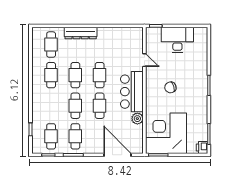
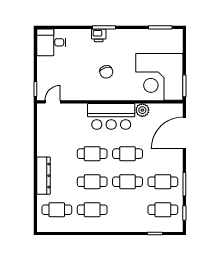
desk: (177, 40) -> (51, 42), moved, width x0.73
door: (144, 60) -> (53, 102), moved
printer: (202, 147) -> (99, 35), moved

